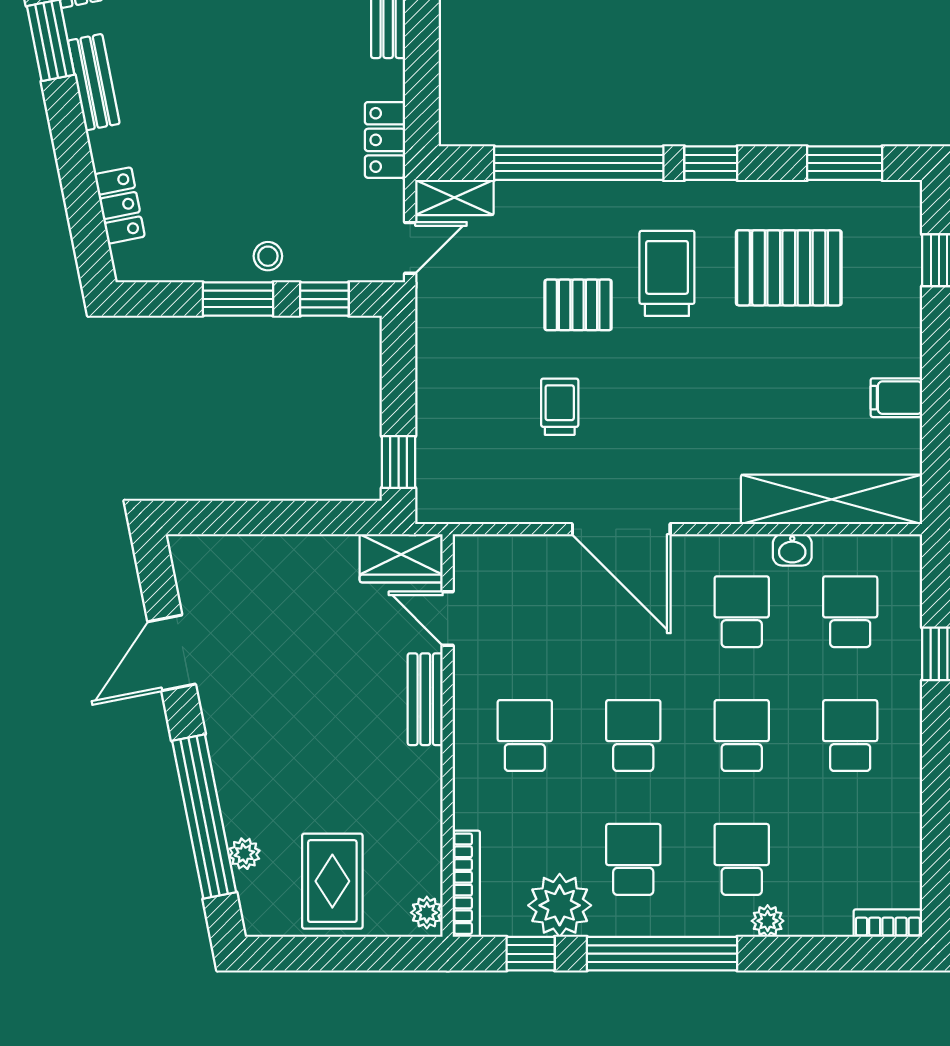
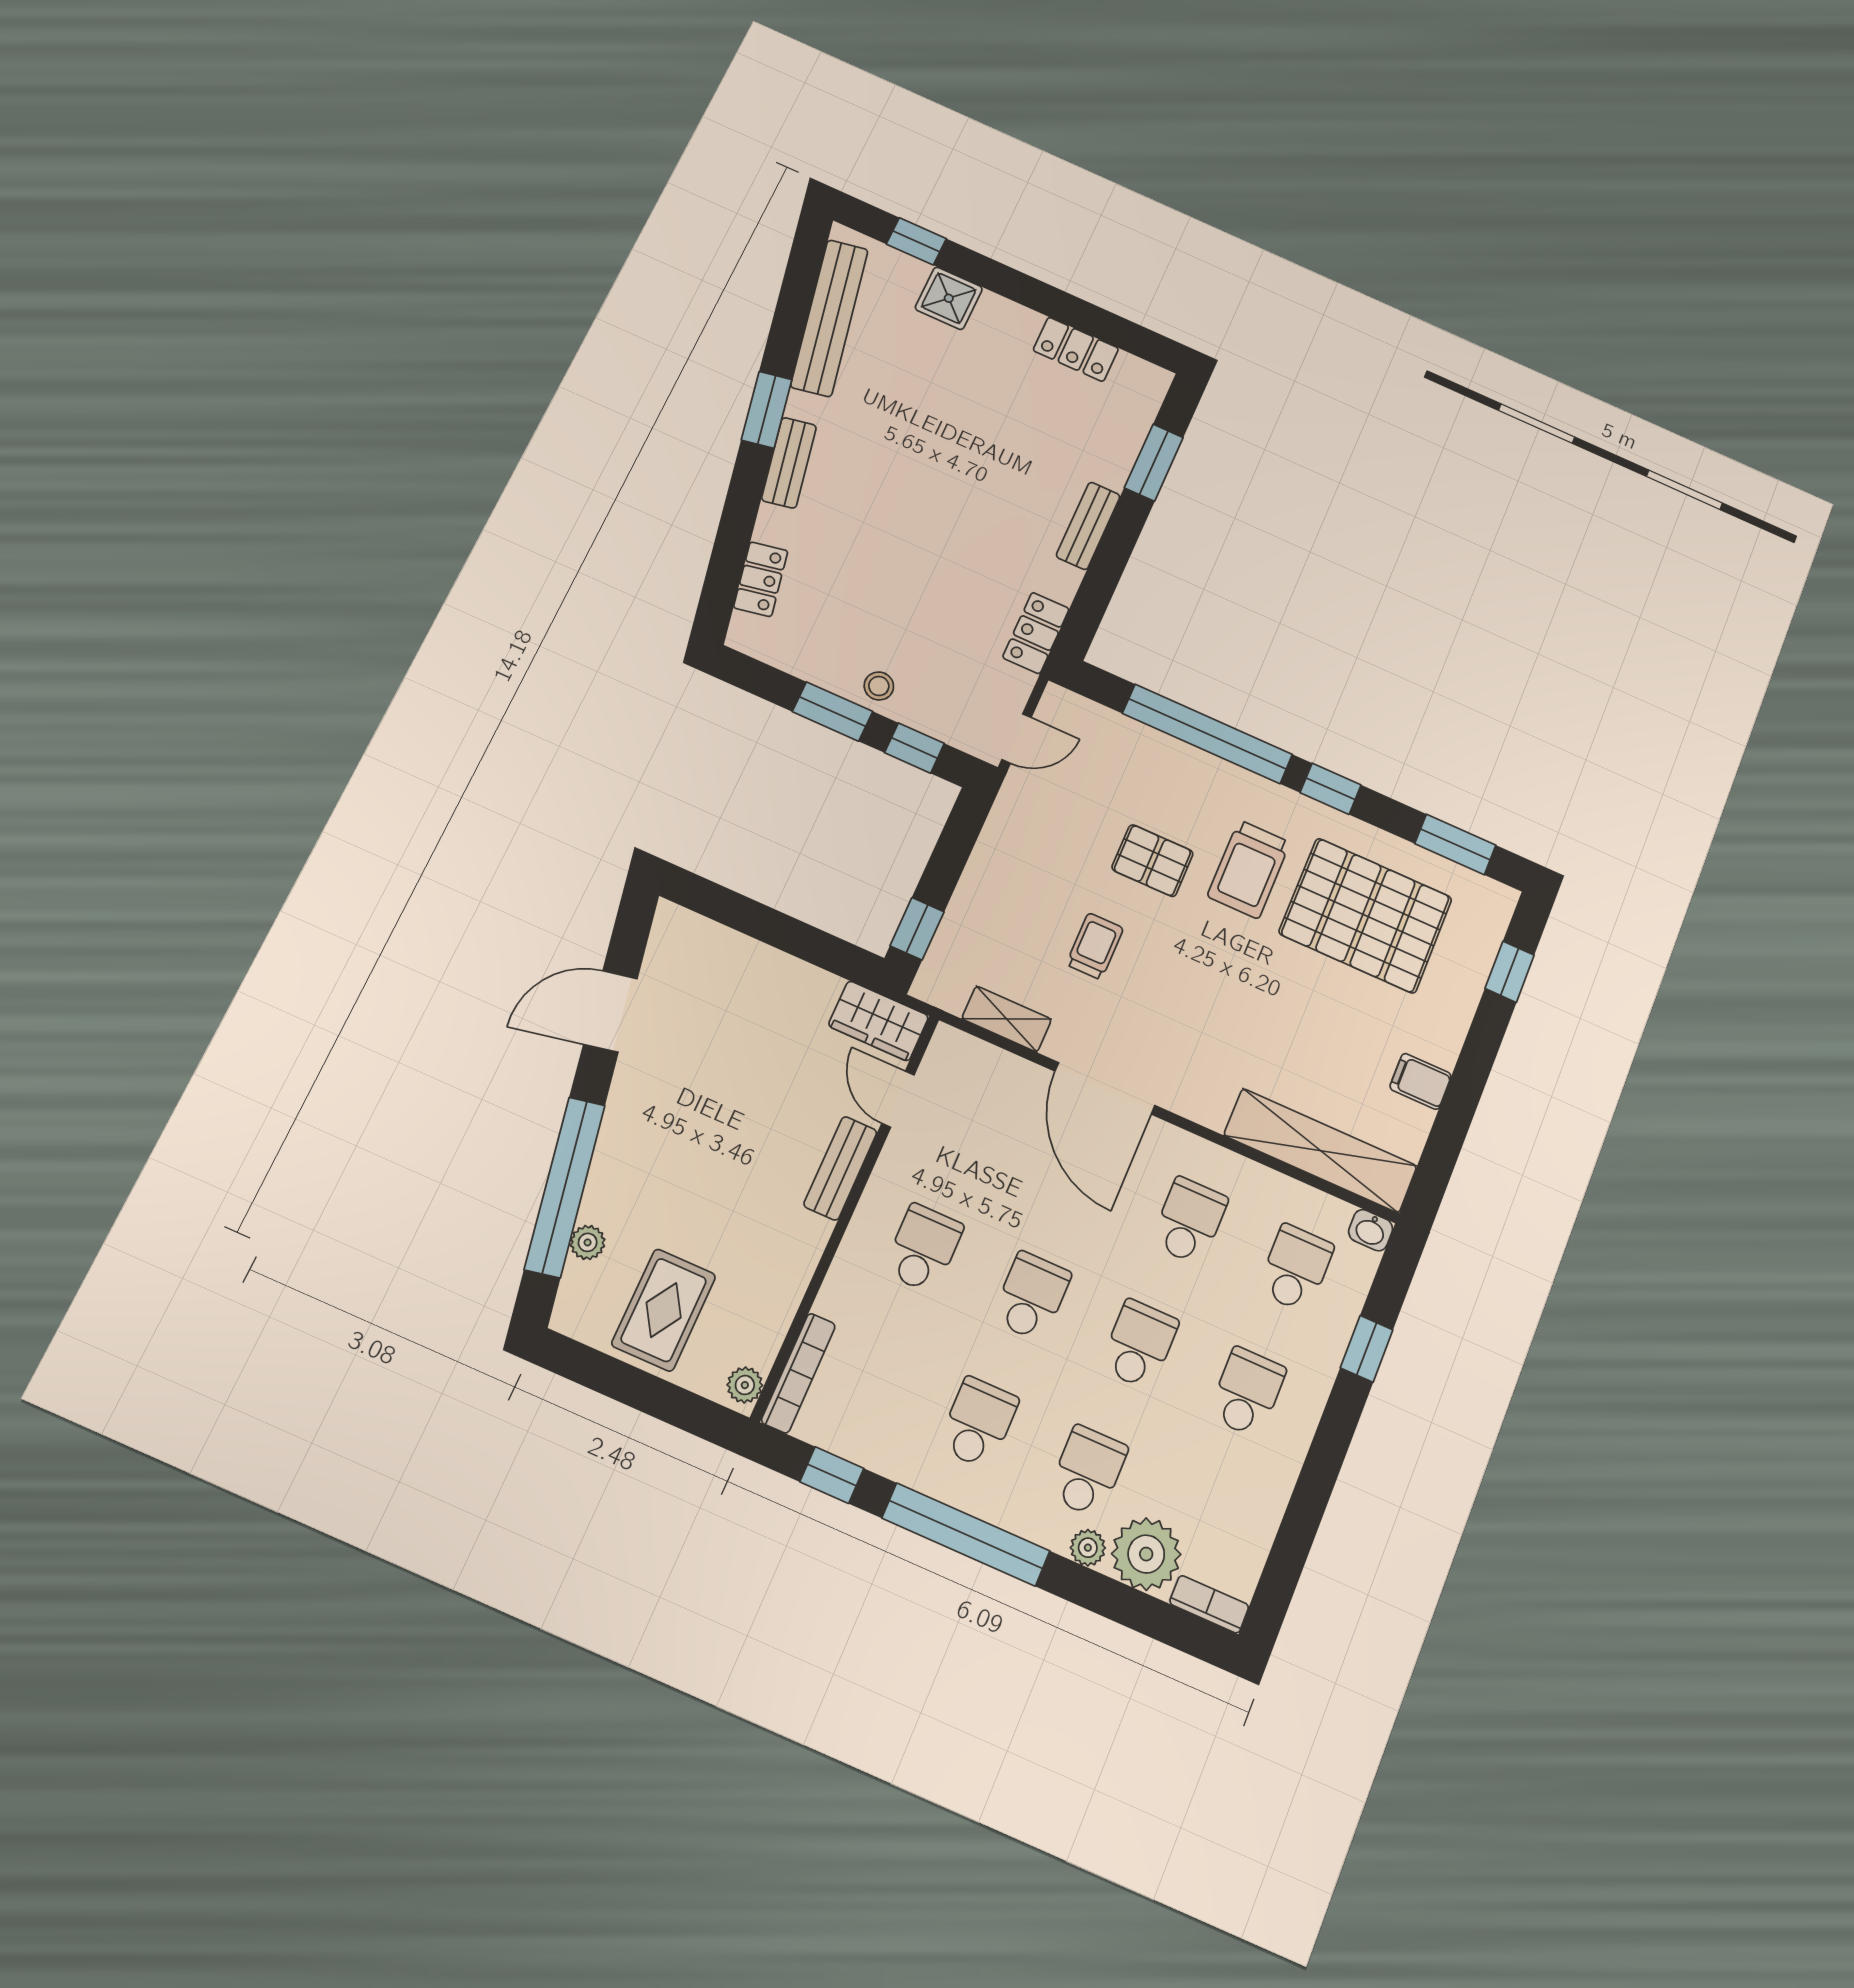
shelving: (454, 197) -> (1007, 1019), moved
pallet: (789, 268) -> (1366, 916), width x1.37, depth x1.41
trolley: (667, 273) -> (1249, 869), turned 180
washbasin: (792, 550) -> (1371, 1230), moved
plant: (560, 905) -> (1146, 1554), moved

